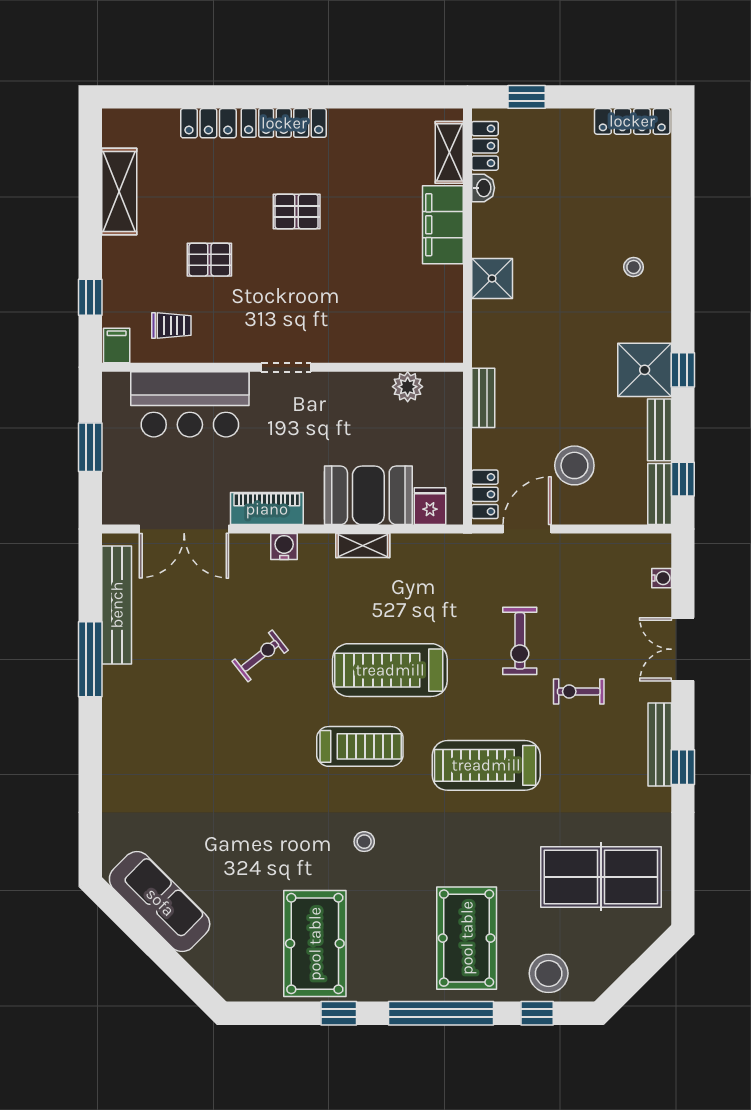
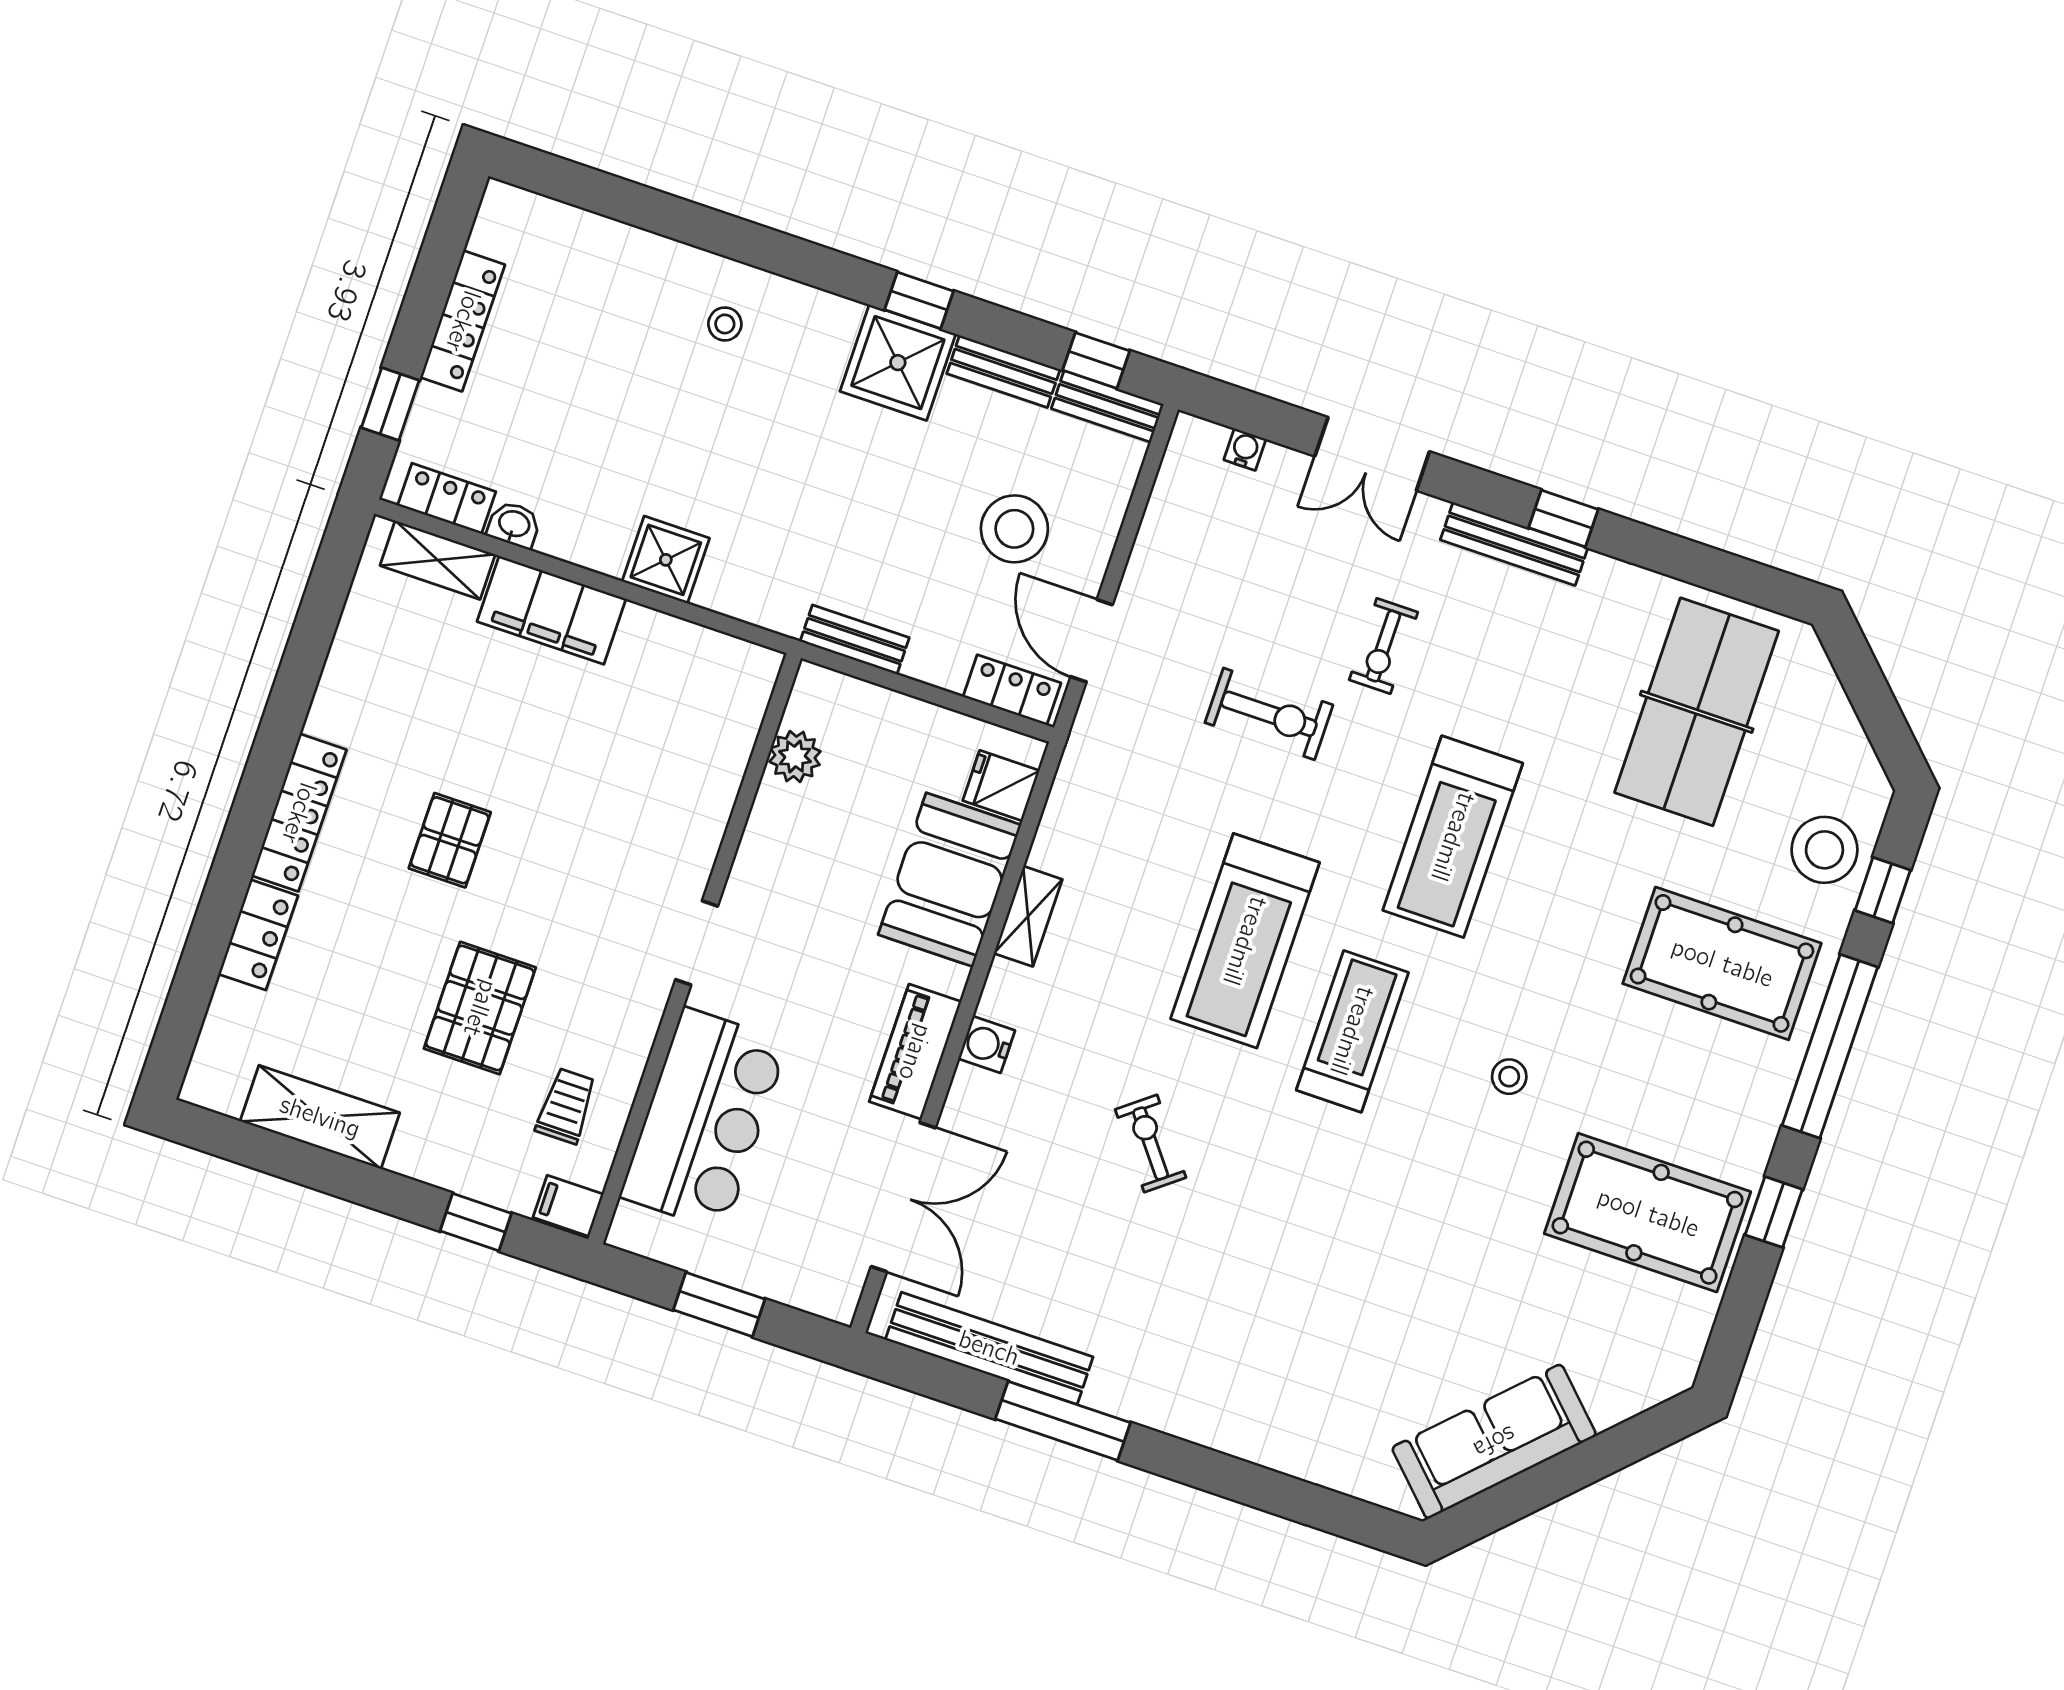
locker: (632, 121) -> (463, 321), moved
pallet: (209, 260) -> (480, 1008), width x1.50, depth x1.42

